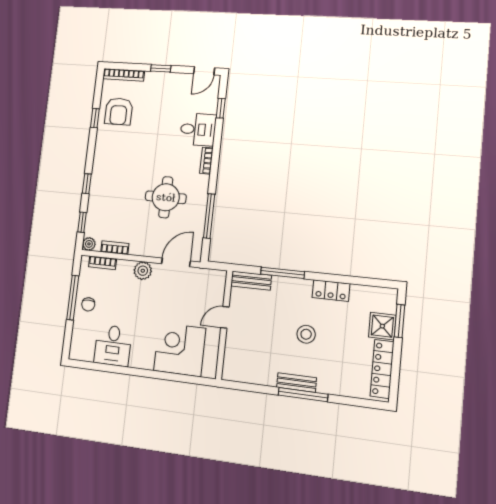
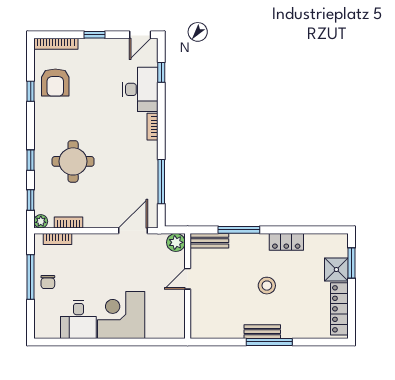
desk: (198, 129) -> (140, 89), width x1.37
round table: (166, 197) -> (73, 161), moved
plant: (143, 271) -> (176, 242), moved
corner desk: (180, 350) -> (121, 315), moved

